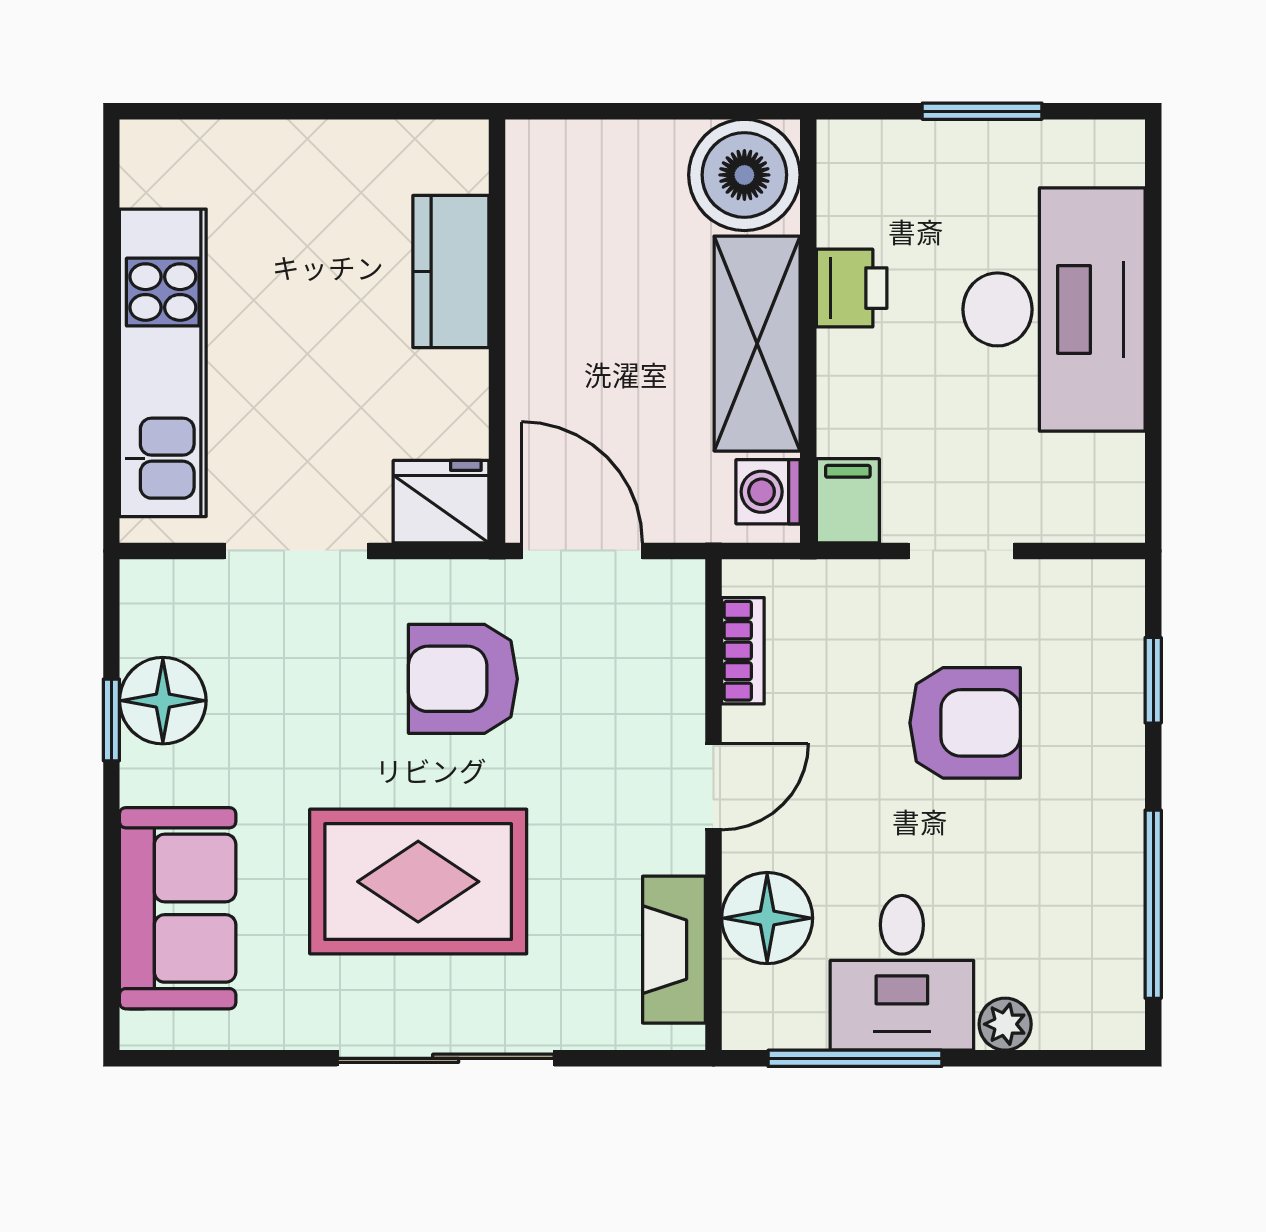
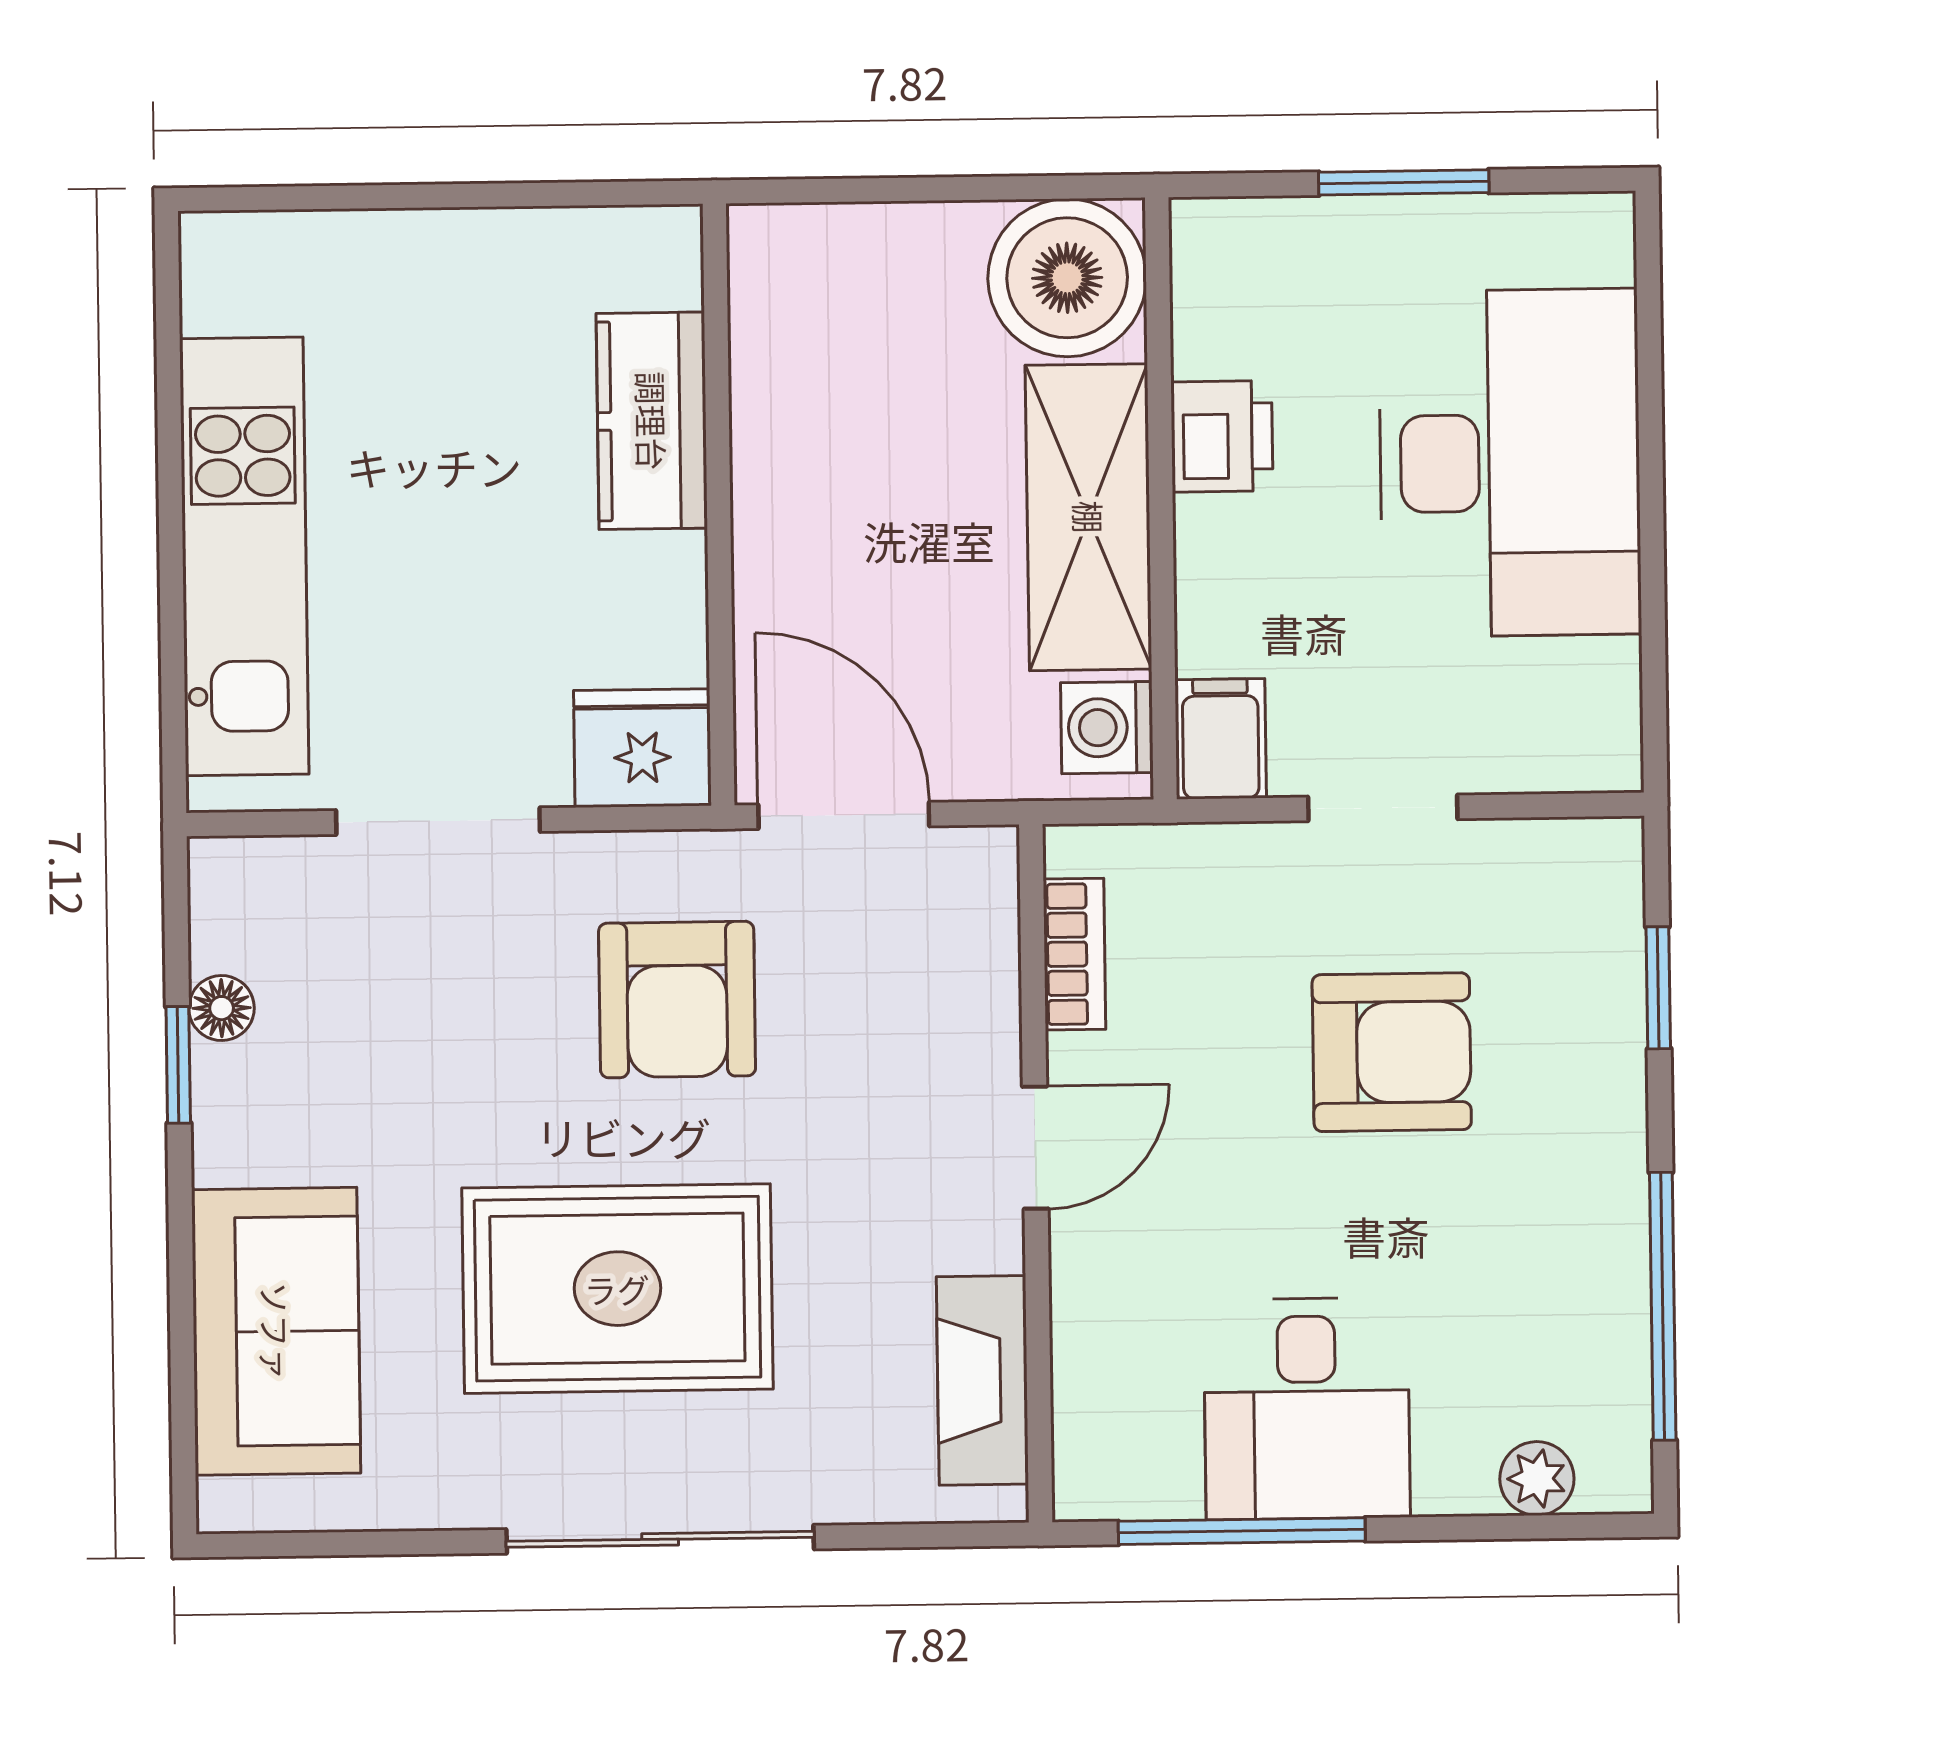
armchair: (463, 679) -> (677, 1000), turned -90
floor lamp: (163, 701) -> (222, 1008), width x0.53, depth x0.53
floor lamp: (767, 918) -> (1114, 1334), removed
plant: (1005, 1024) -> (1537, 1478), moved

